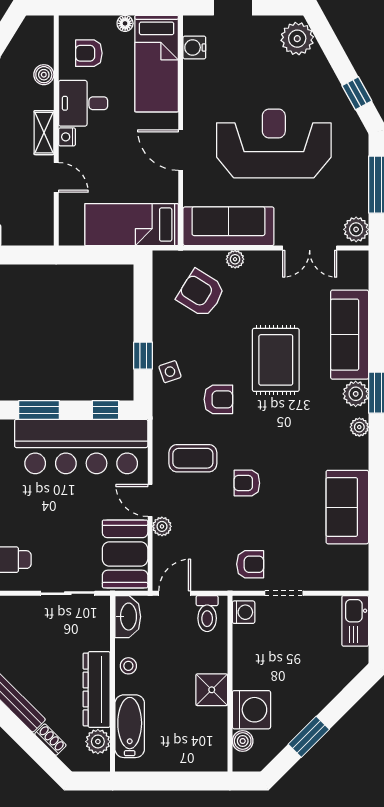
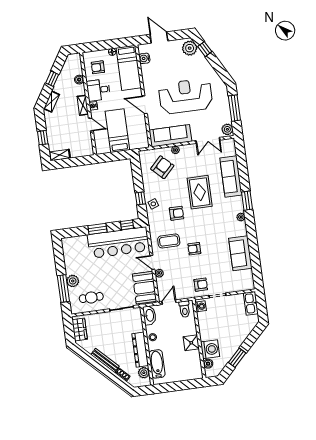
window: (357, 93) -> (205, 49), moved
bed: (132, 225) -> (117, 131), moved, turned 90
armchair: (201, 293) -> (162, 167), turned 102
plant: (356, 394) -> (237, 202), removed

